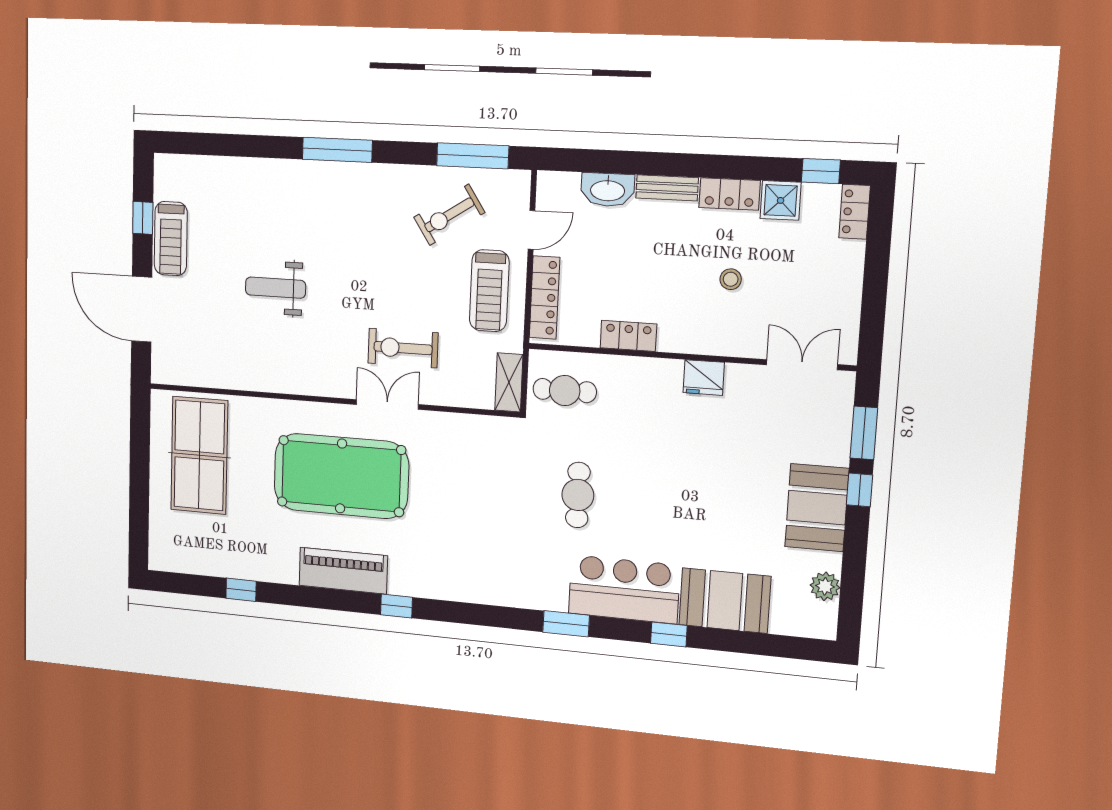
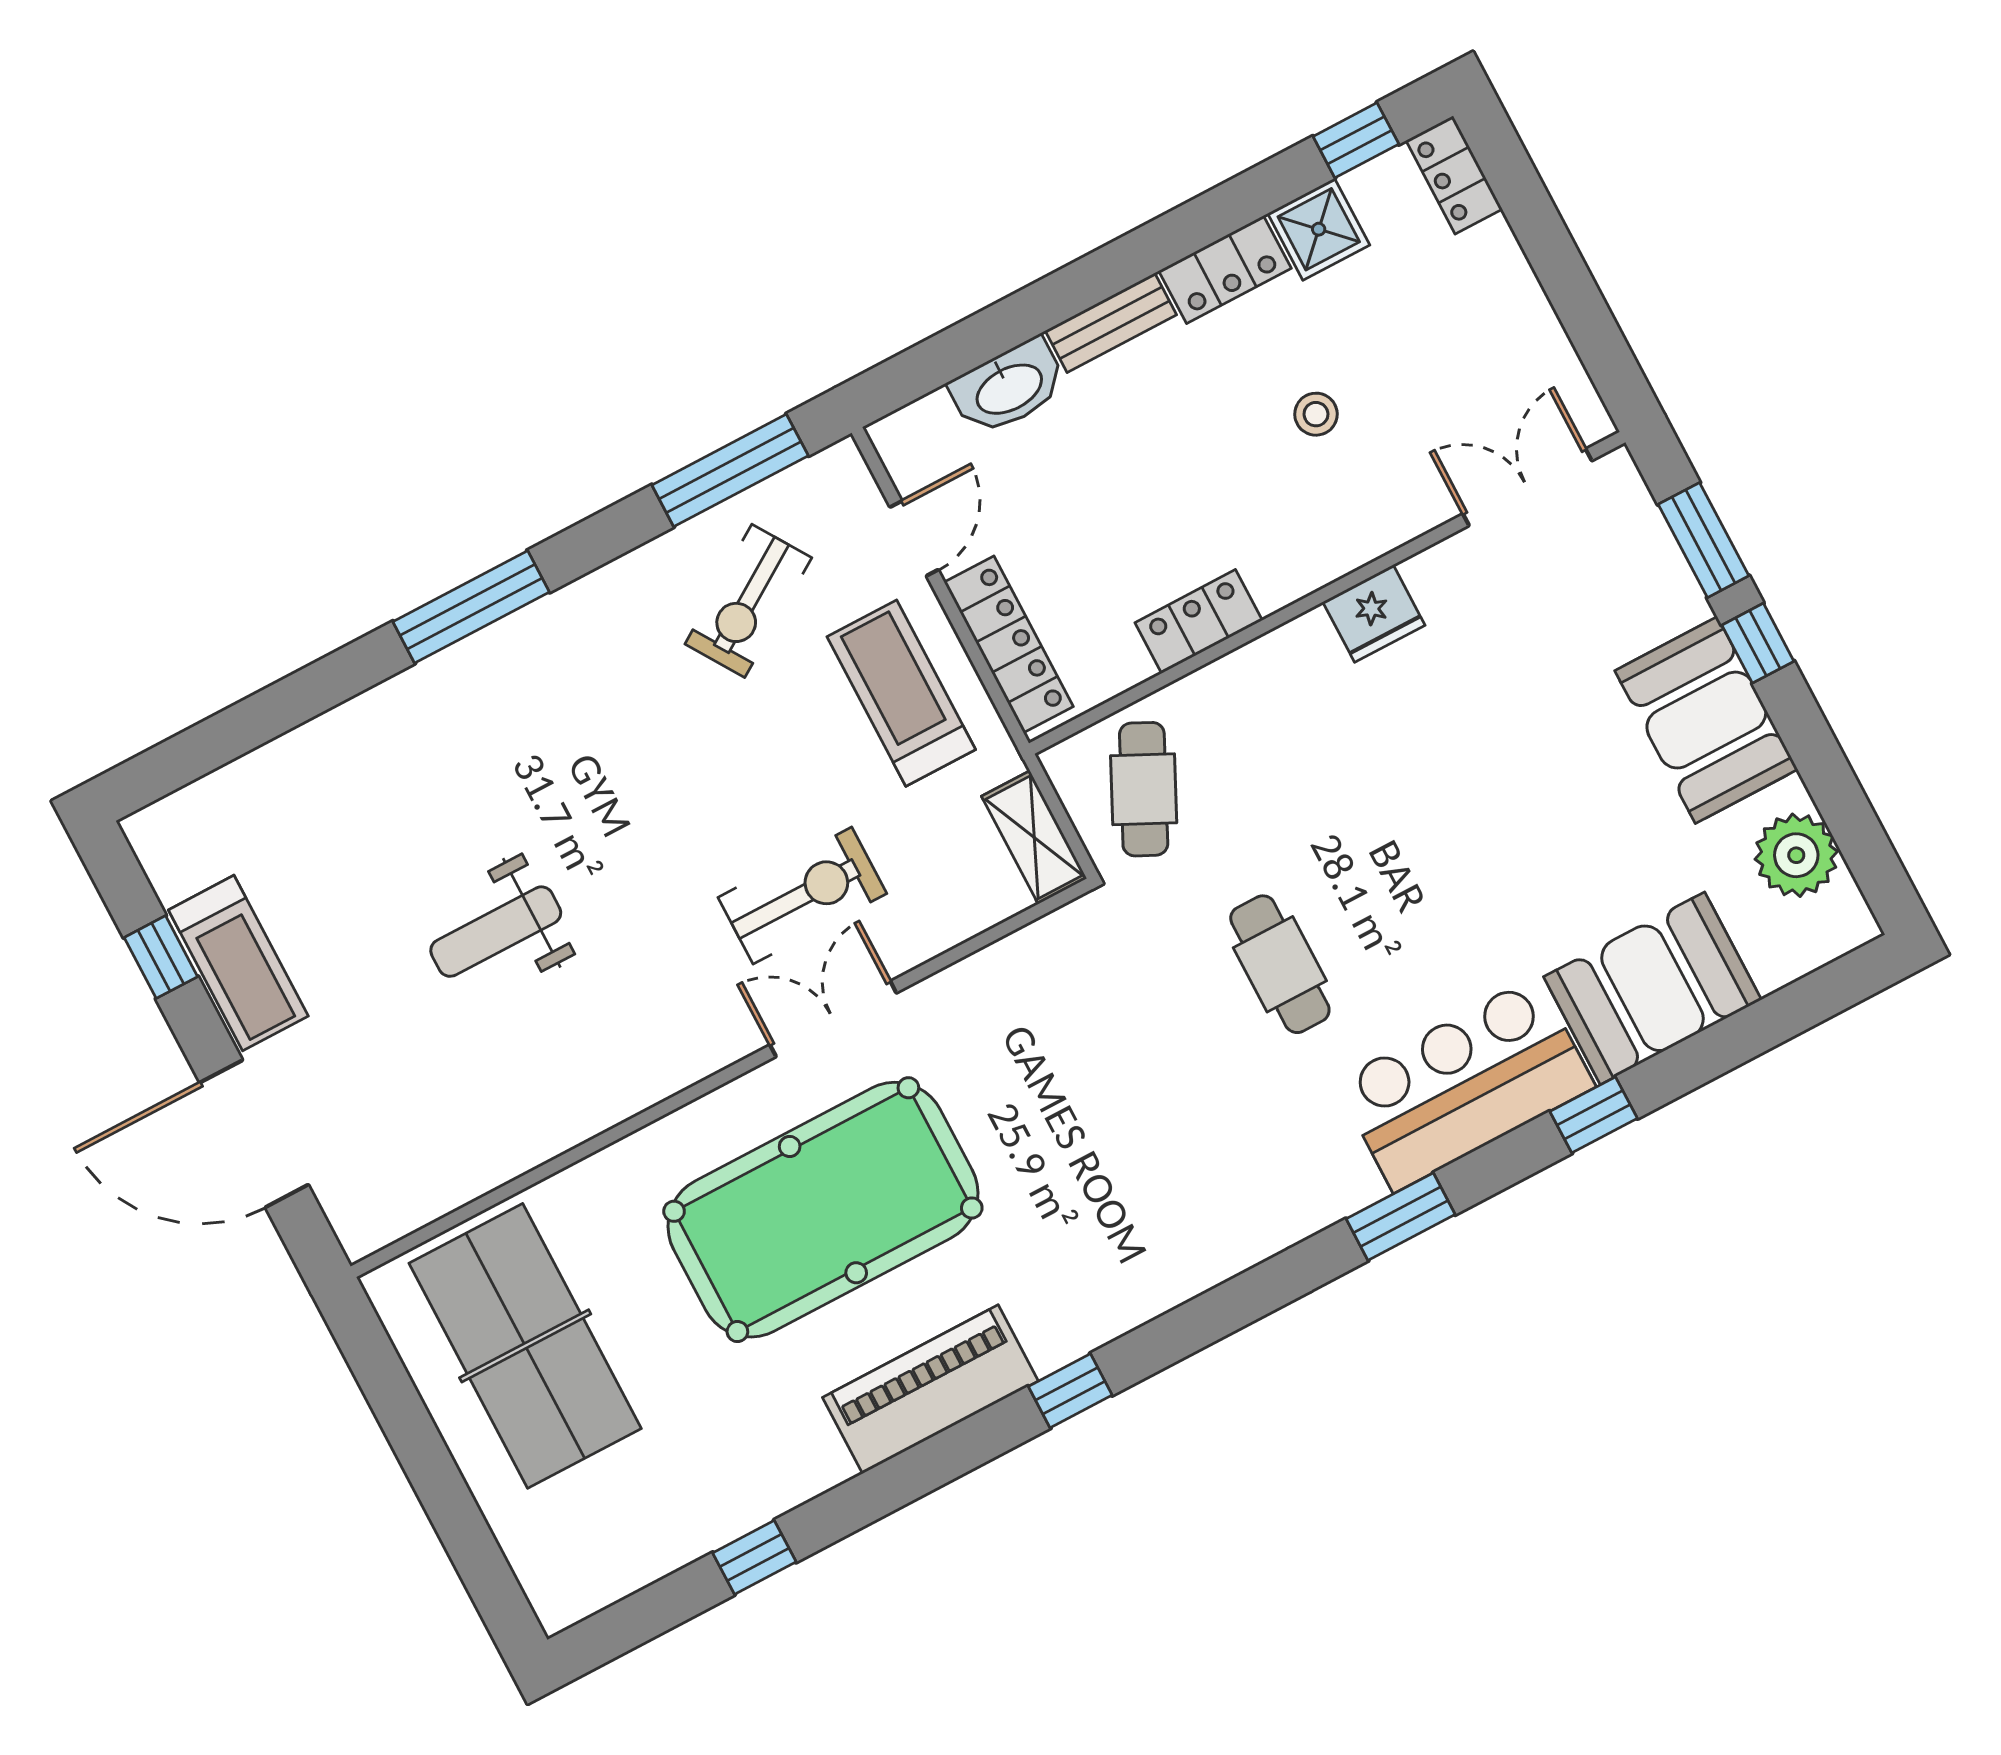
treadmill: (489, 291) -> (901, 693), turned 180
exercise bike: (403, 348) -> (802, 895), turned 180
cafe table: (565, 391) -> (1144, 789), turned -64
plant: (825, 586) -> (1796, 855), width x1.36, depth x1.36

